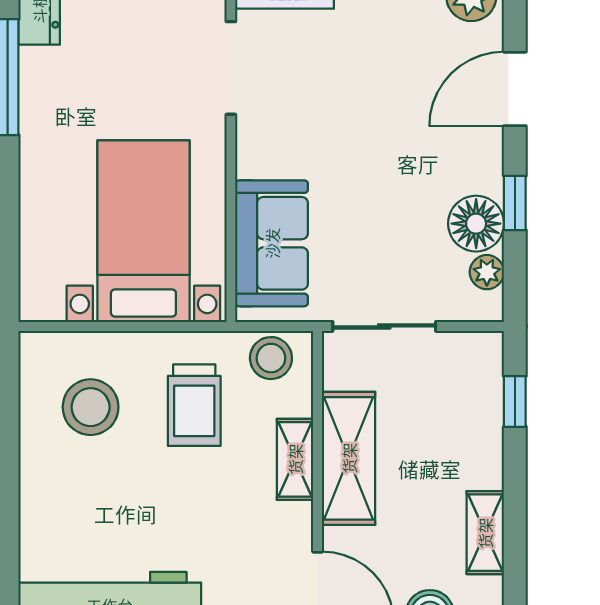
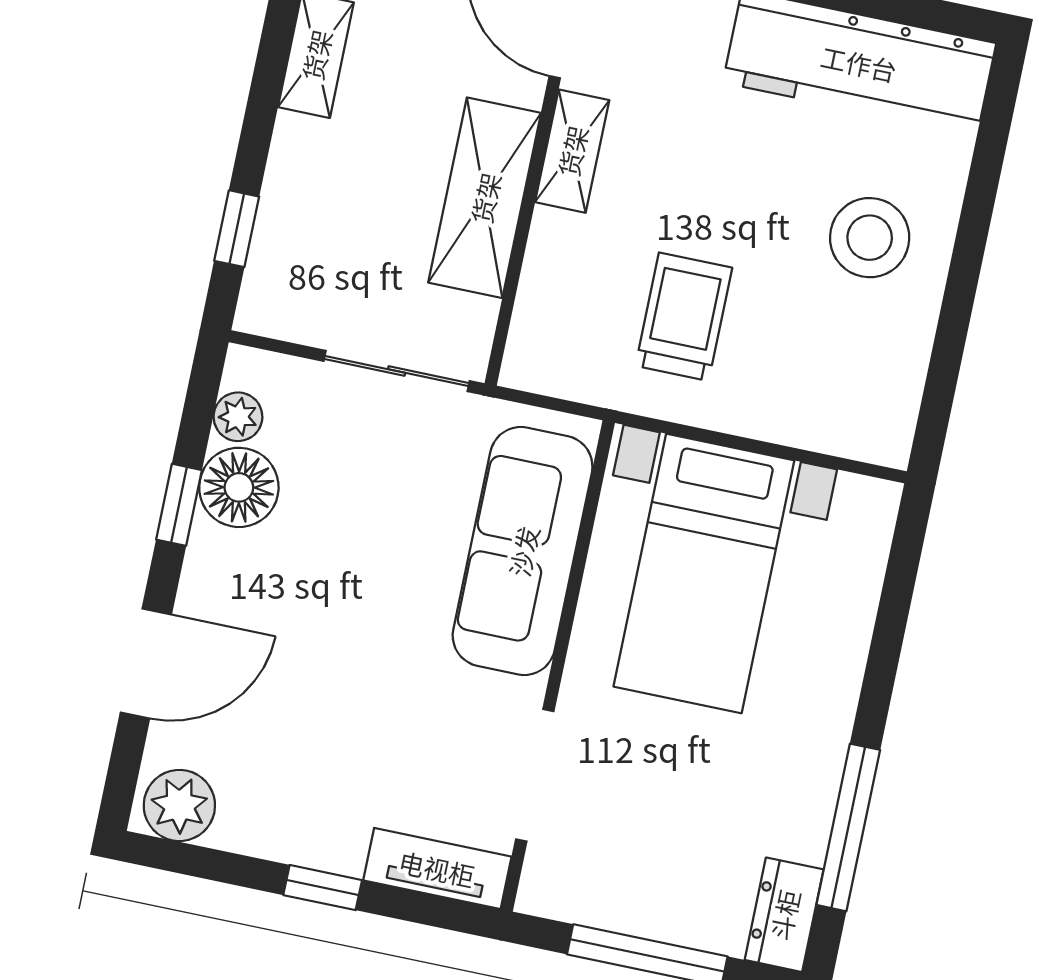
sofa: (272, 243) -> (523, 551), width x1.36
stool: (271, 358) -> (563, 360), removed
stool: (91, 407) -> (870, 238), moved
shelving: (295, 459) -> (572, 151), moved

